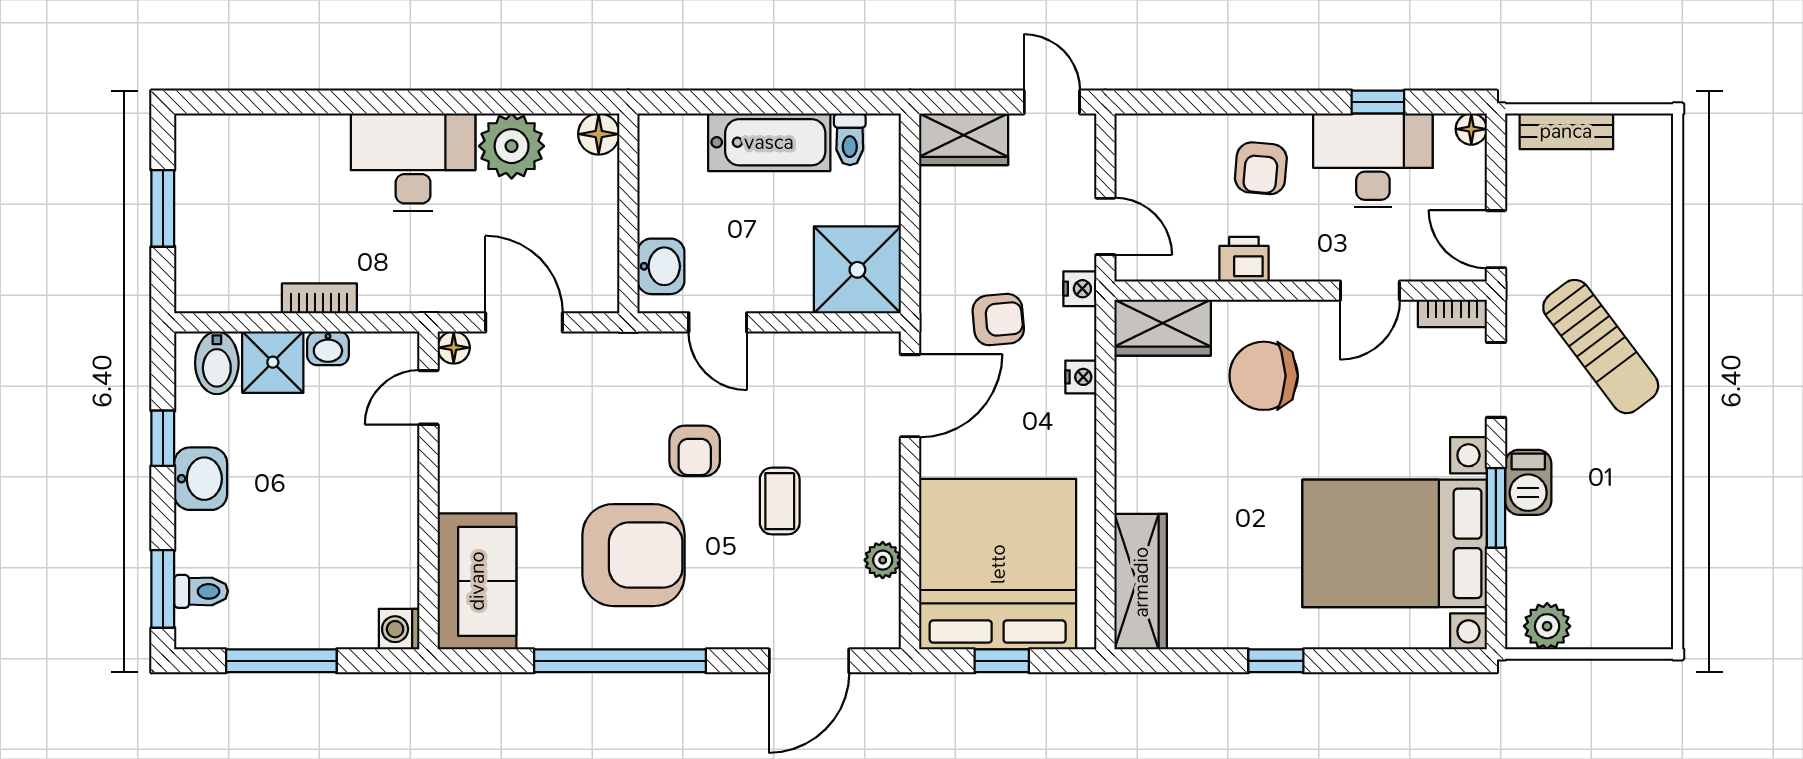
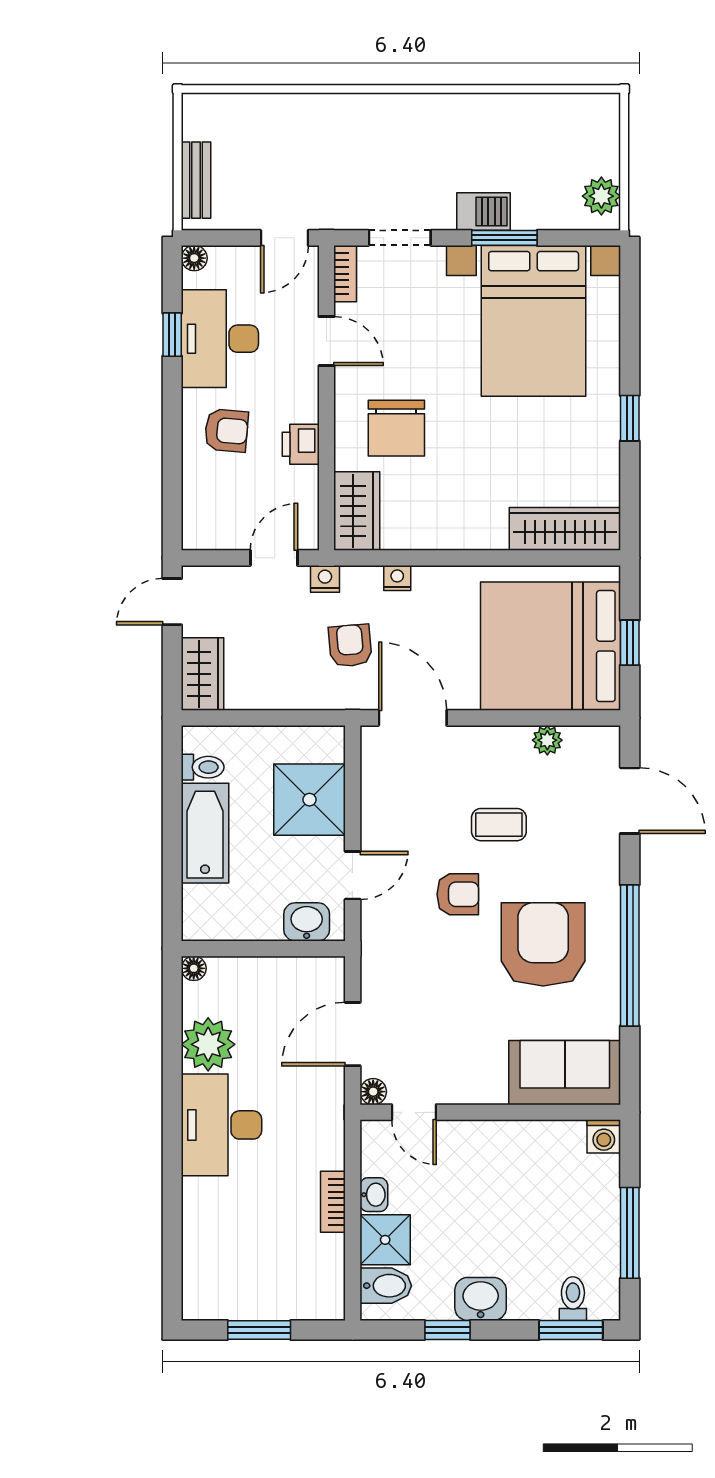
floor lamp: (599, 134) -> (194, 968), width x0.73, depth x0.73
shower: (857, 270) -> (309, 800), moved
sun lounger: (1601, 347) -> (372, 152), removed

